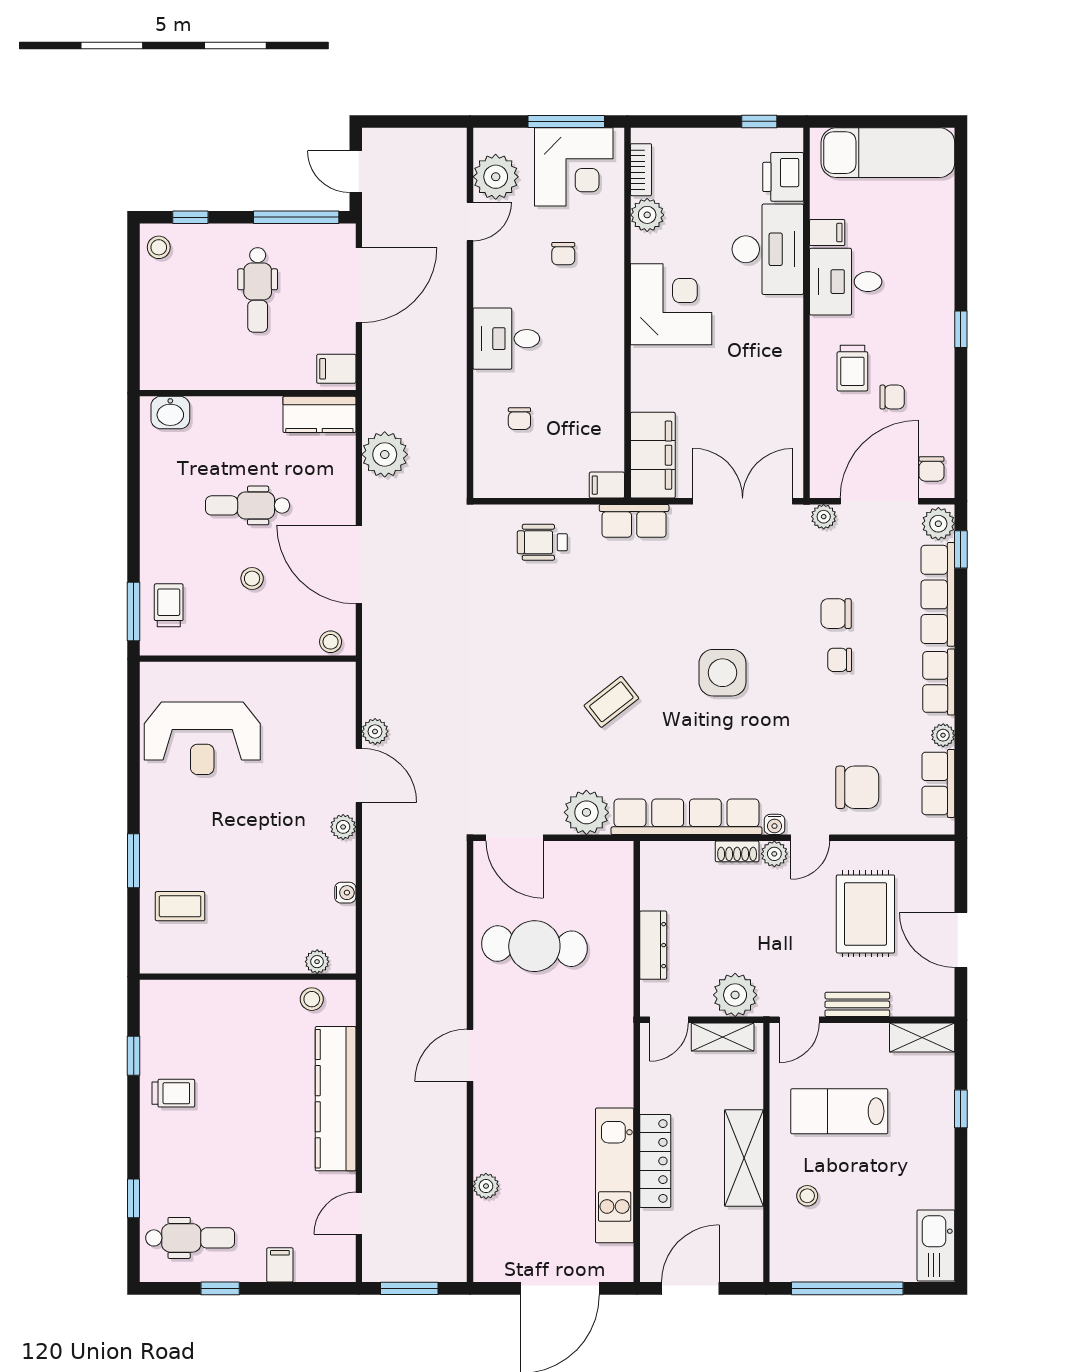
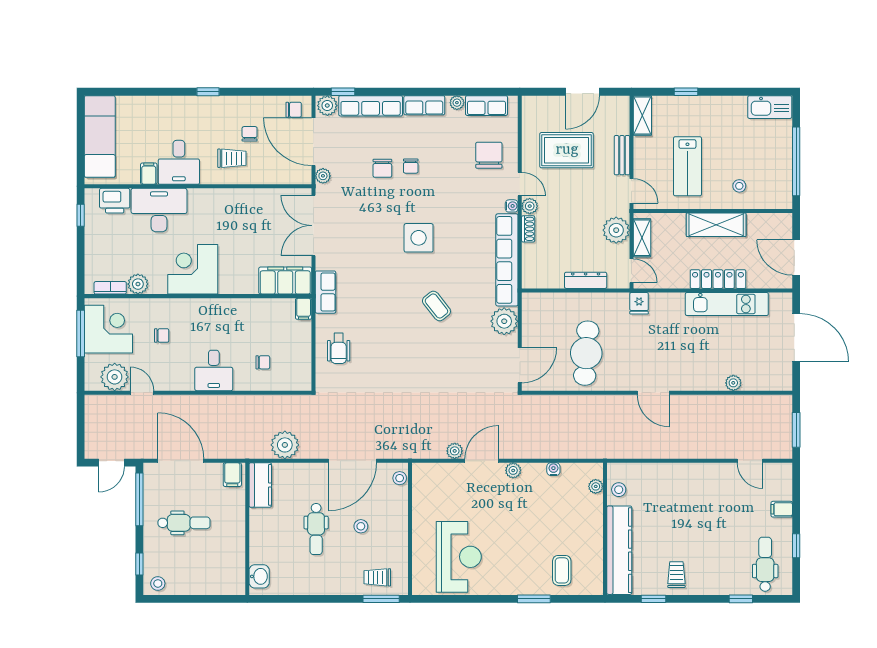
fridge: (616, 1032) -> (639, 303), added
kitchen counter: (336, 1099) -> (619, 550), moved, turned -90

